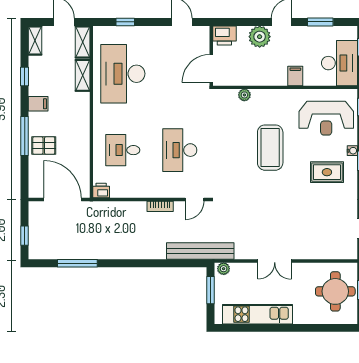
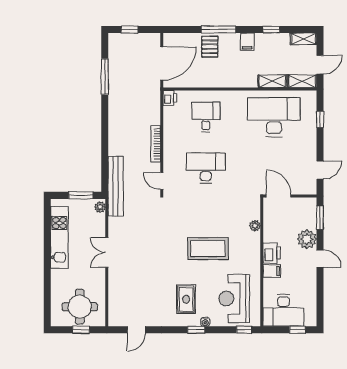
window: (320, 22) -> (320, 218), moved
printer: (224, 35) -> (272, 253), moved, turned 180
bookcase: (160, 206) -> (156, 144), width x1.56

